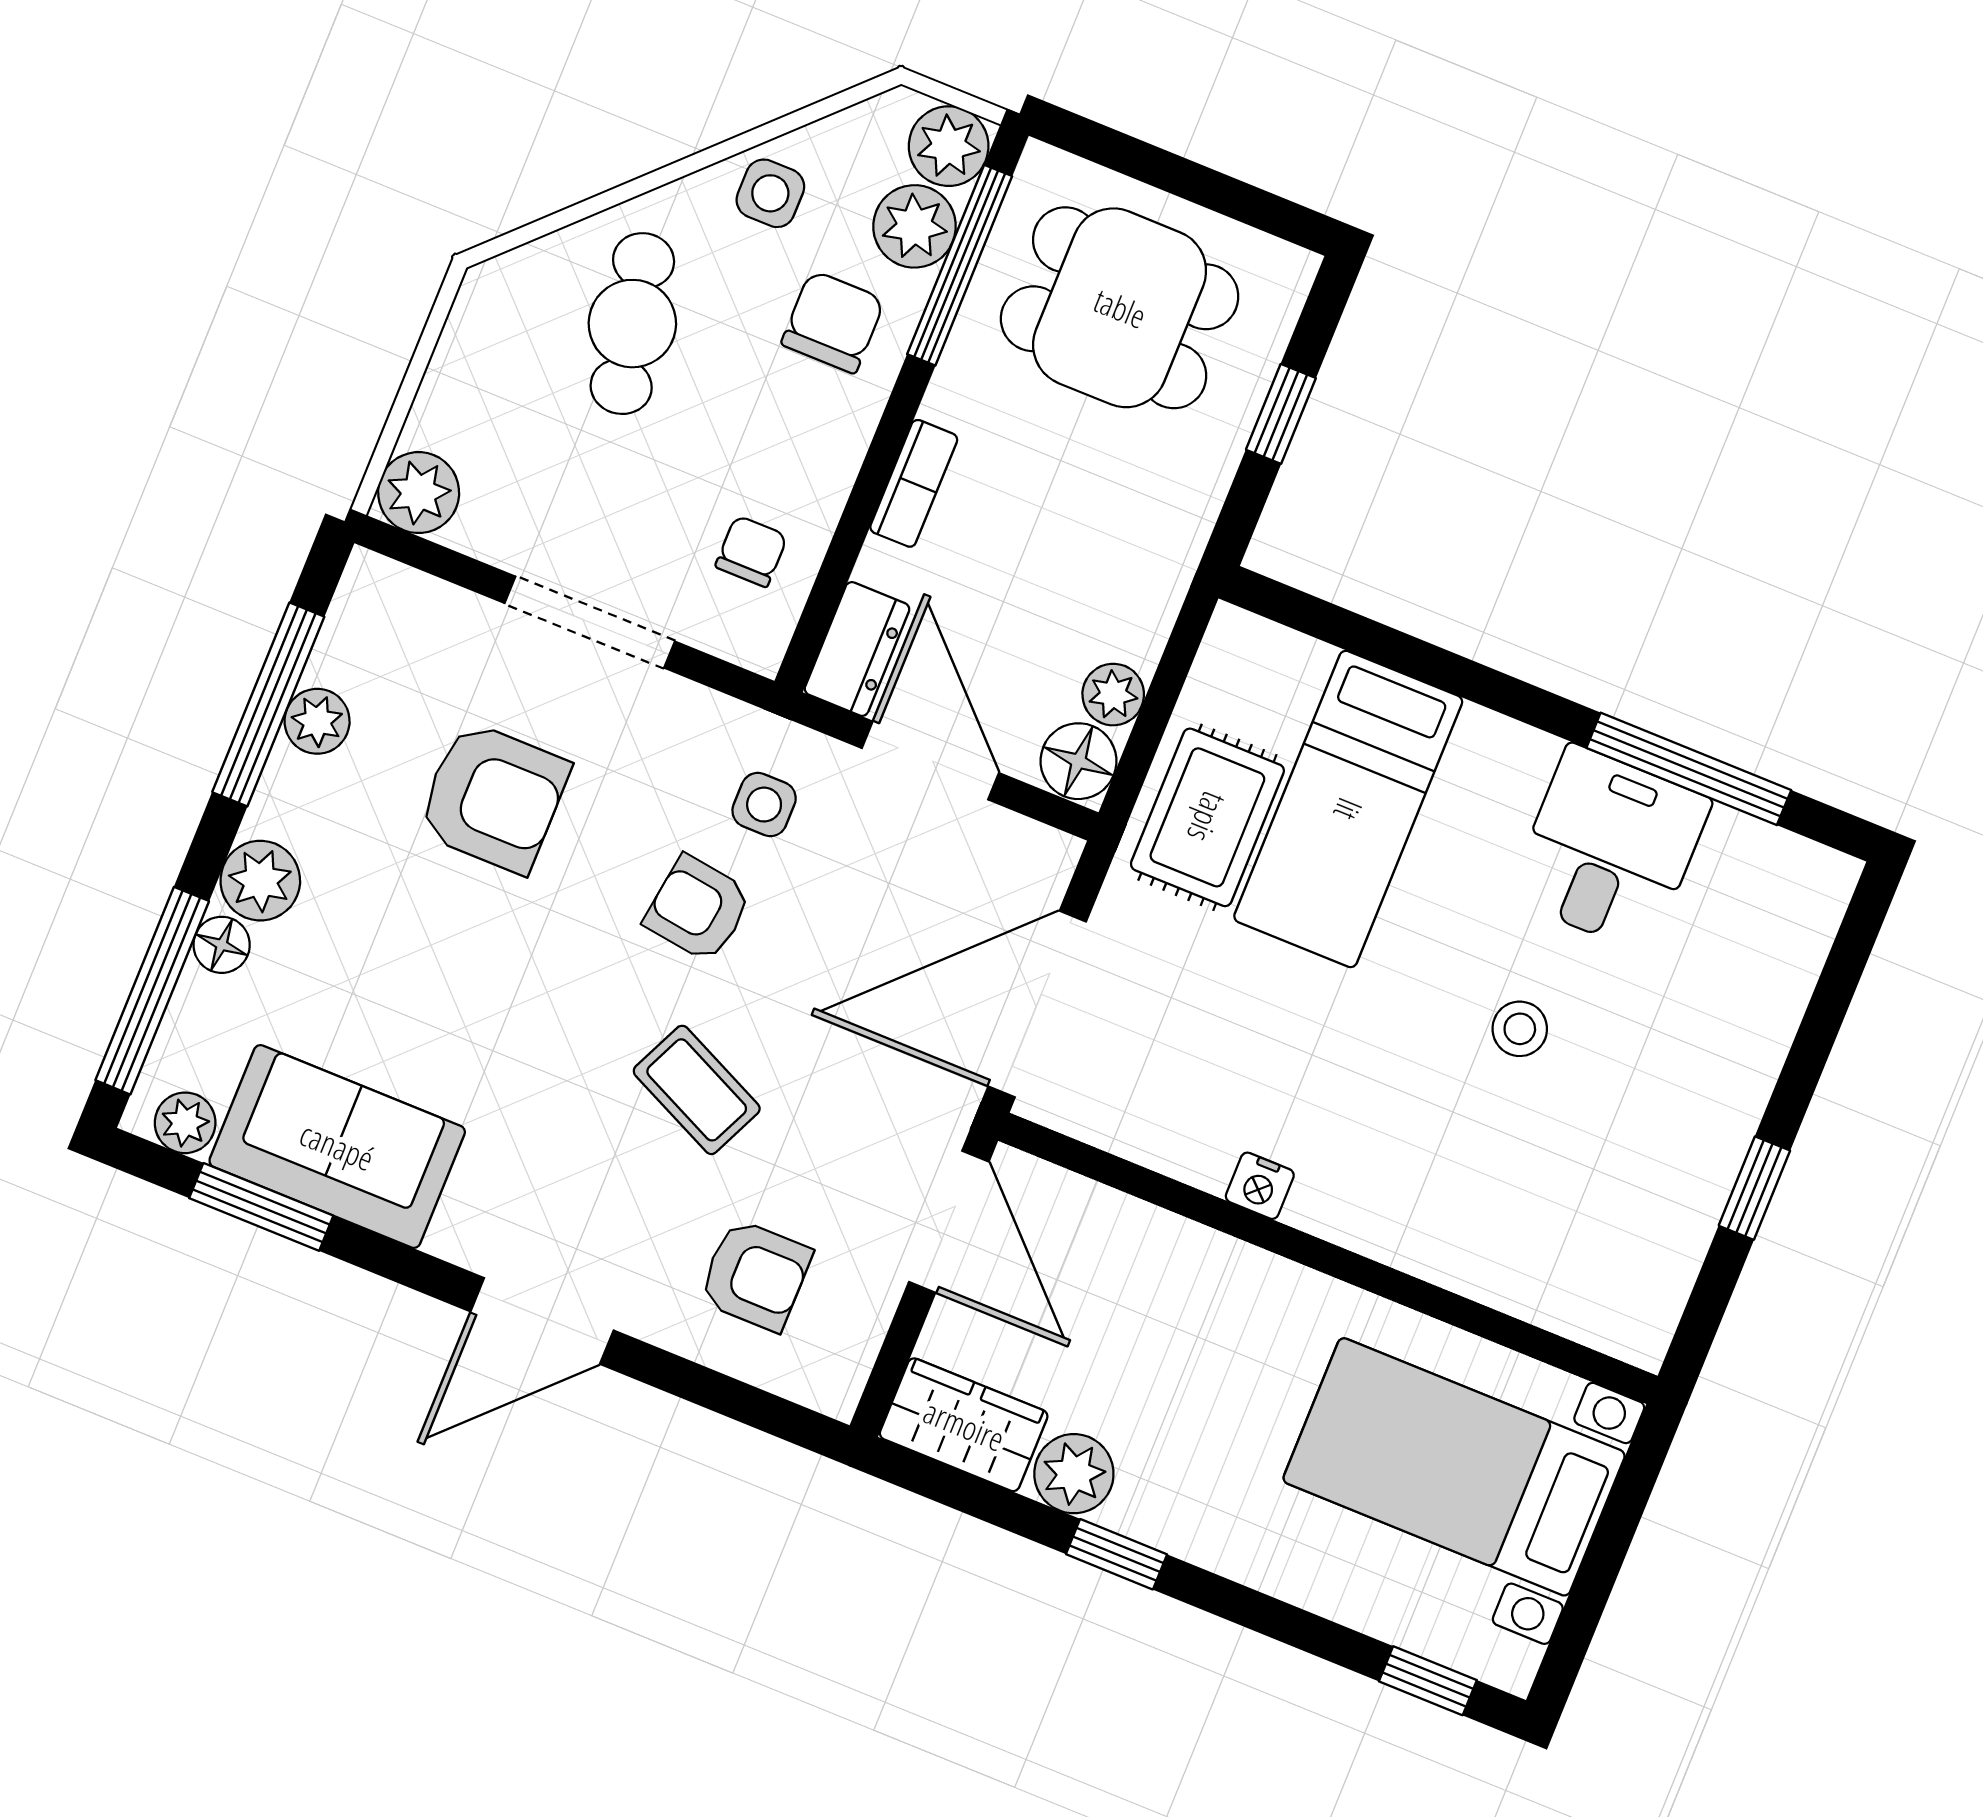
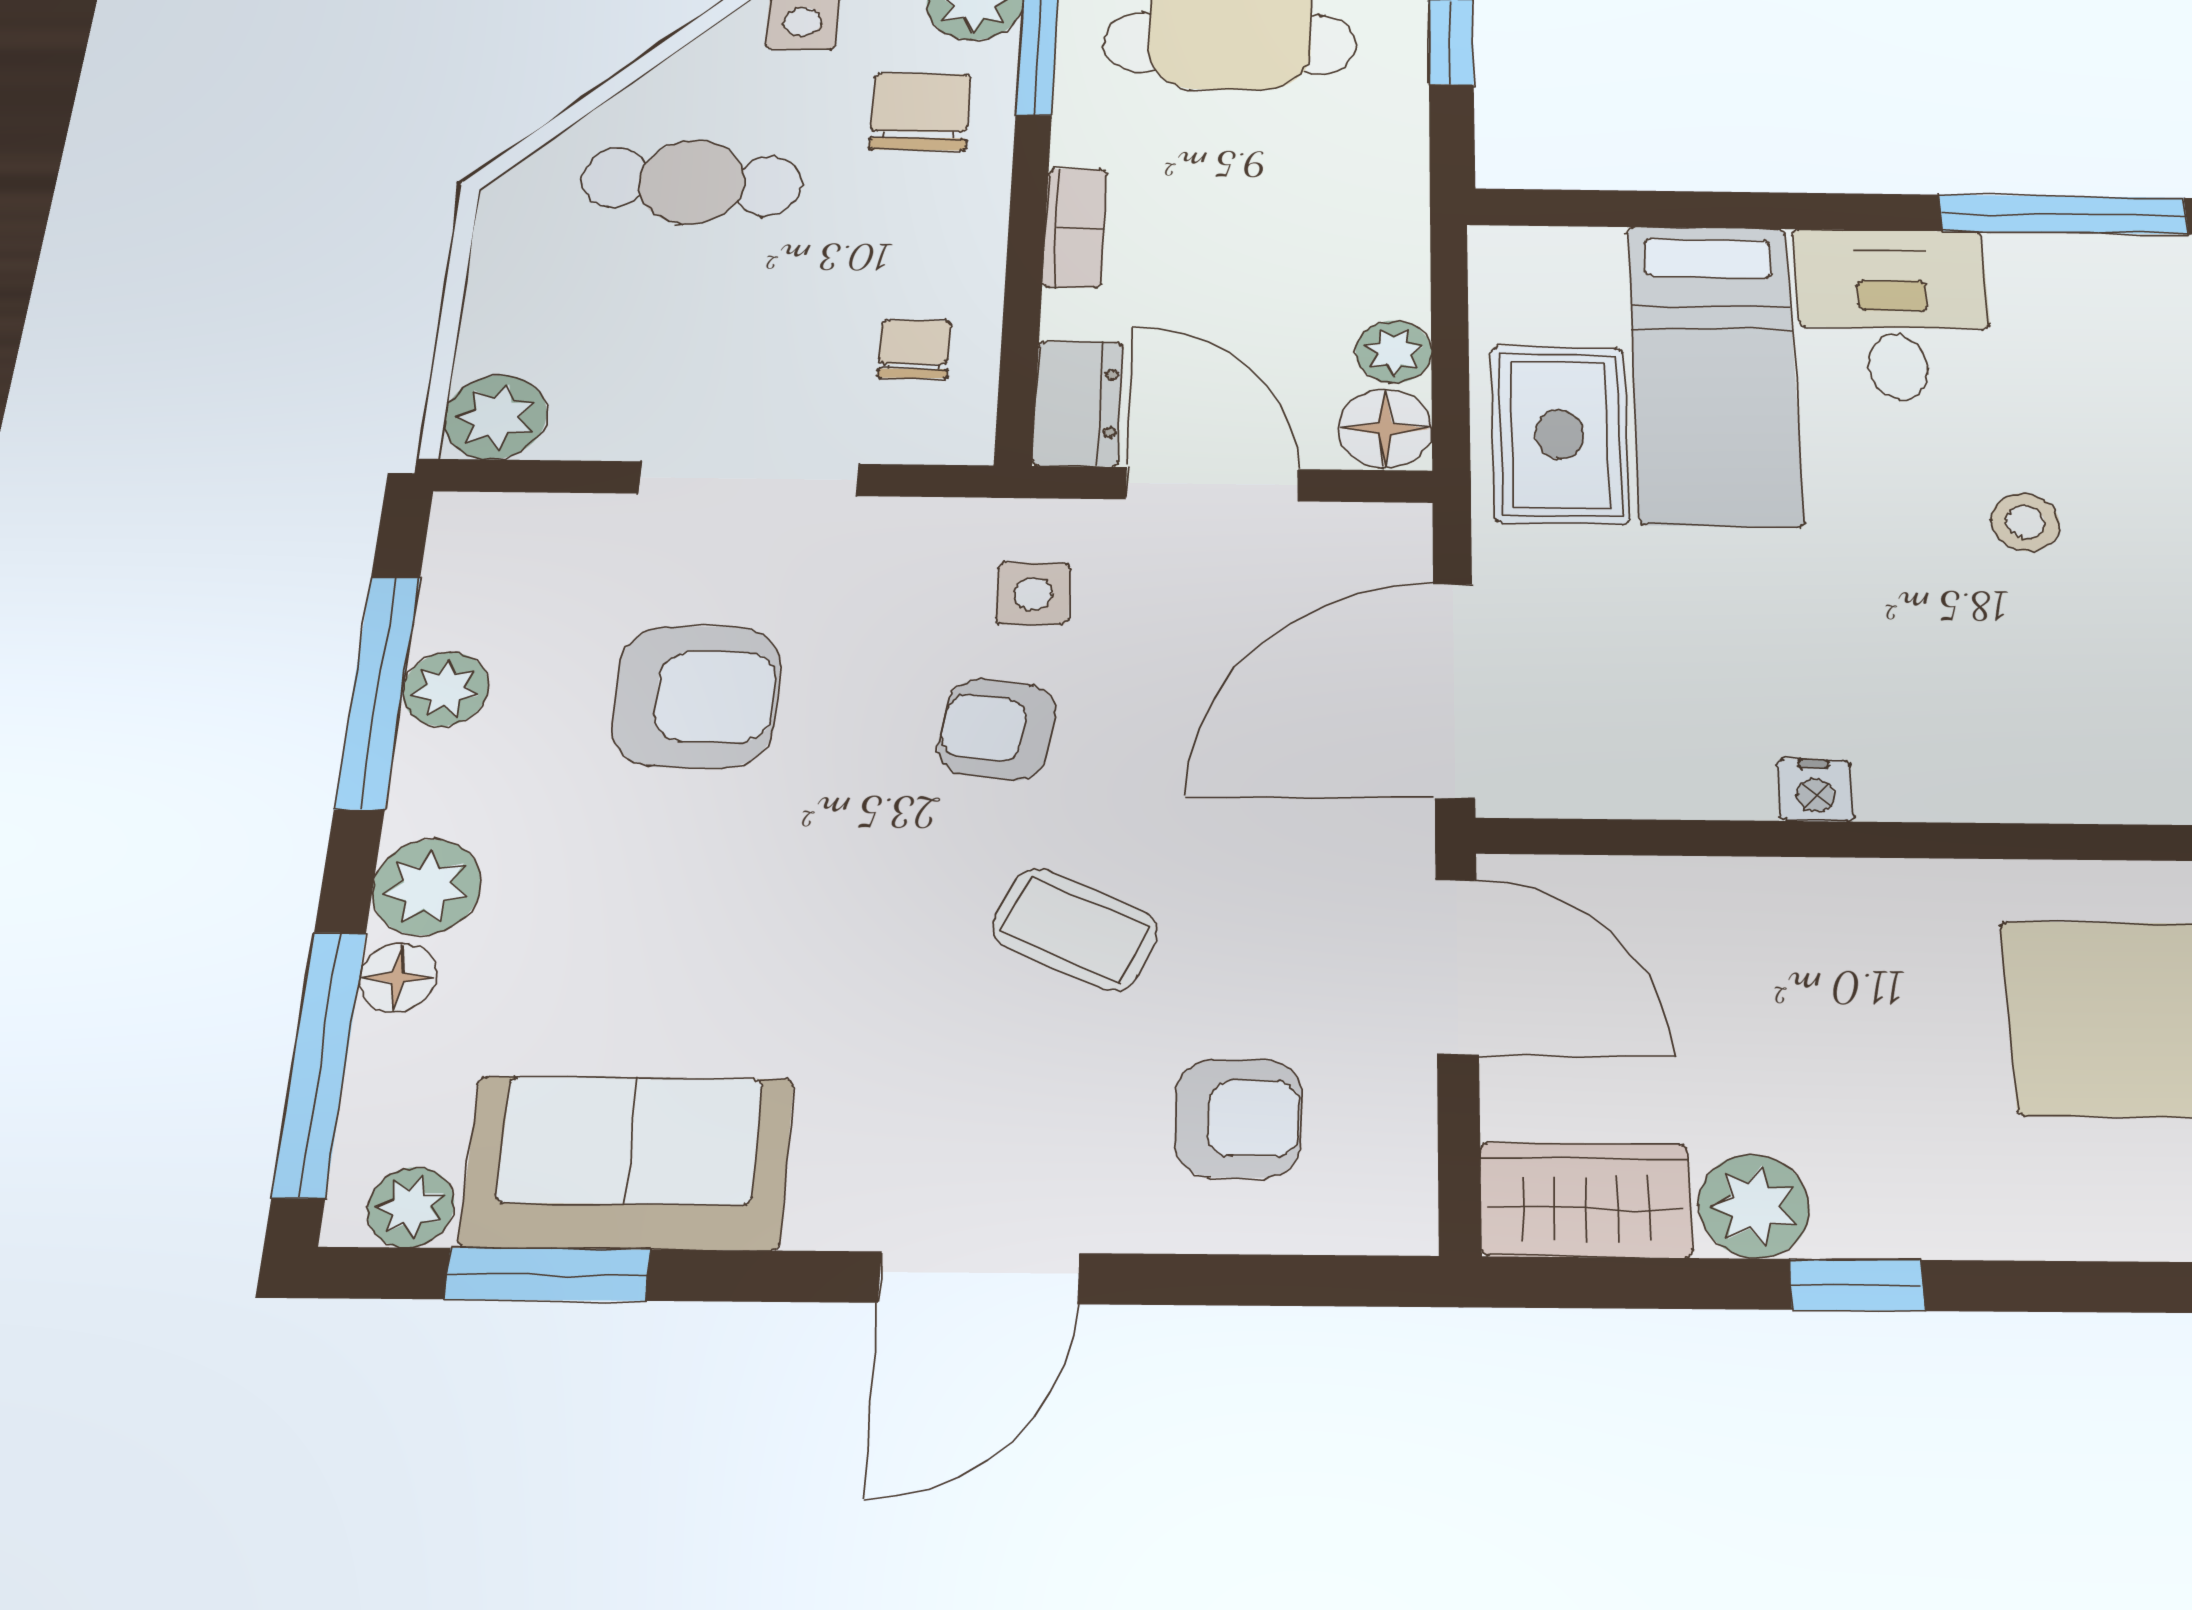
cafe table: (632, 324) -> (692, 182), turned -75
desk: (1609, 849) -> (1894, 314), moved

